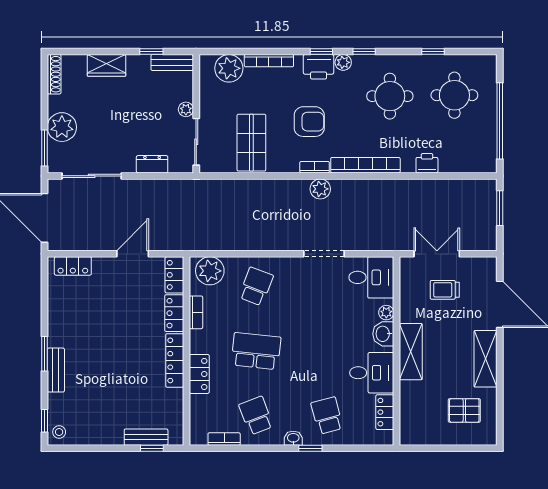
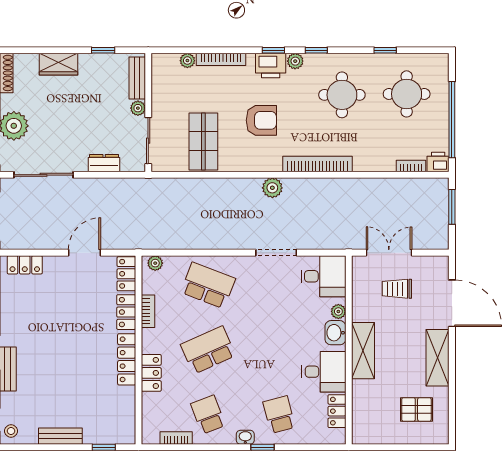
bench: (172, 62) -> (137, 78), moved, turned 90
plant: (229, 68) -> (187, 61), width x0.53, depth x0.53
printer: (427, 163) -> (438, 162), moved
bookcase: (315, 167) -> (411, 166), moved
plant: (210, 271) -> (155, 263), width x0.53, depth x0.53
school desk: (256, 286) -> (208, 285), width x1.85
school desk: (256, 351) -> (208, 350), turned -30
bench: (146, 437) -> (60, 436), moved

